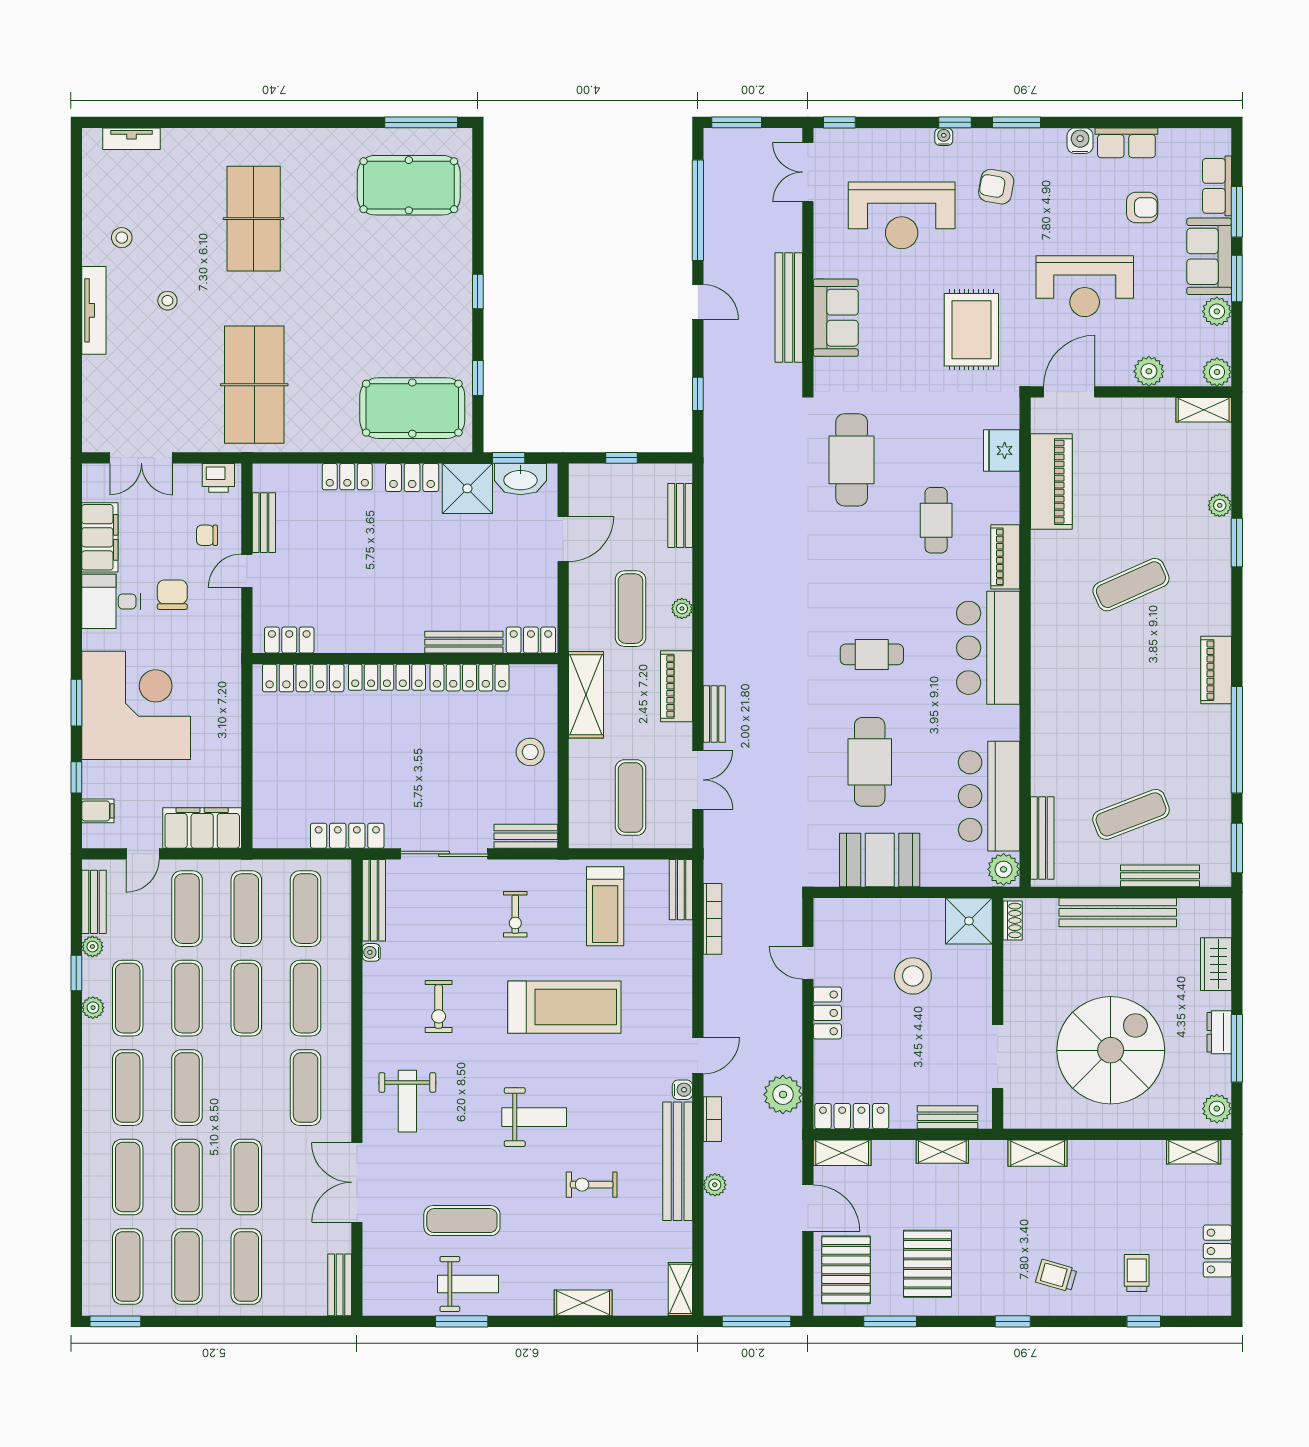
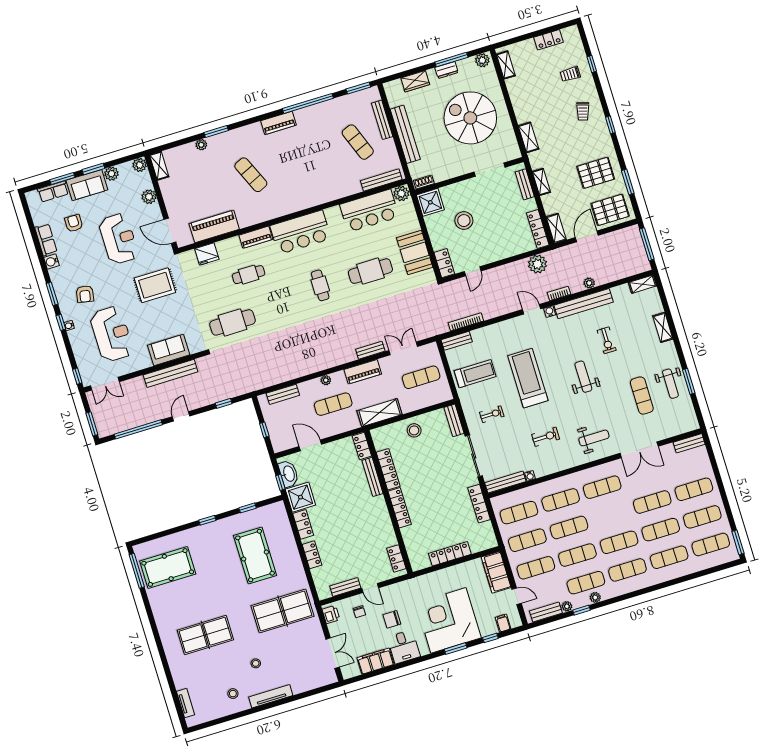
pool table: (409, 185) -> (168, 568), turned 90
pool table: (412, 408) -> (255, 556), moved
locker: (303, 678) -> (450, 554), moved, turned -90
locker: (827, 1013) -> (444, 263), moved, turned 90
weight bench: (468, 1284) -> (670, 384), turned 180

